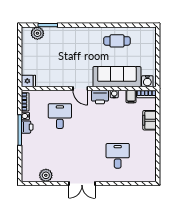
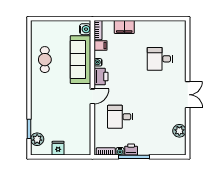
fridge: (28, 81) -> (58, 148), moved

